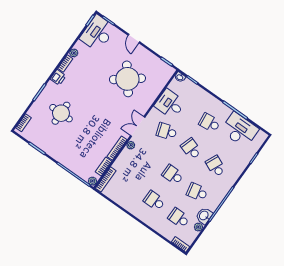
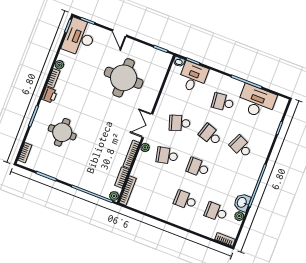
round table: (127, 79) -> (124, 78), turned 38
desk: (170, 104) -> (193, 77), moved, turned 90
school desk: (197, 192) -> (167, 156), moved

